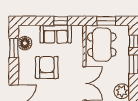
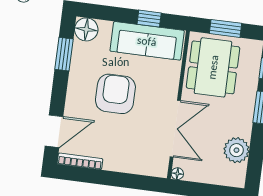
sofa: (56, 34) -> (147, 41), width x1.36
floor lamp: (25, 43) -> (86, 29), moved

